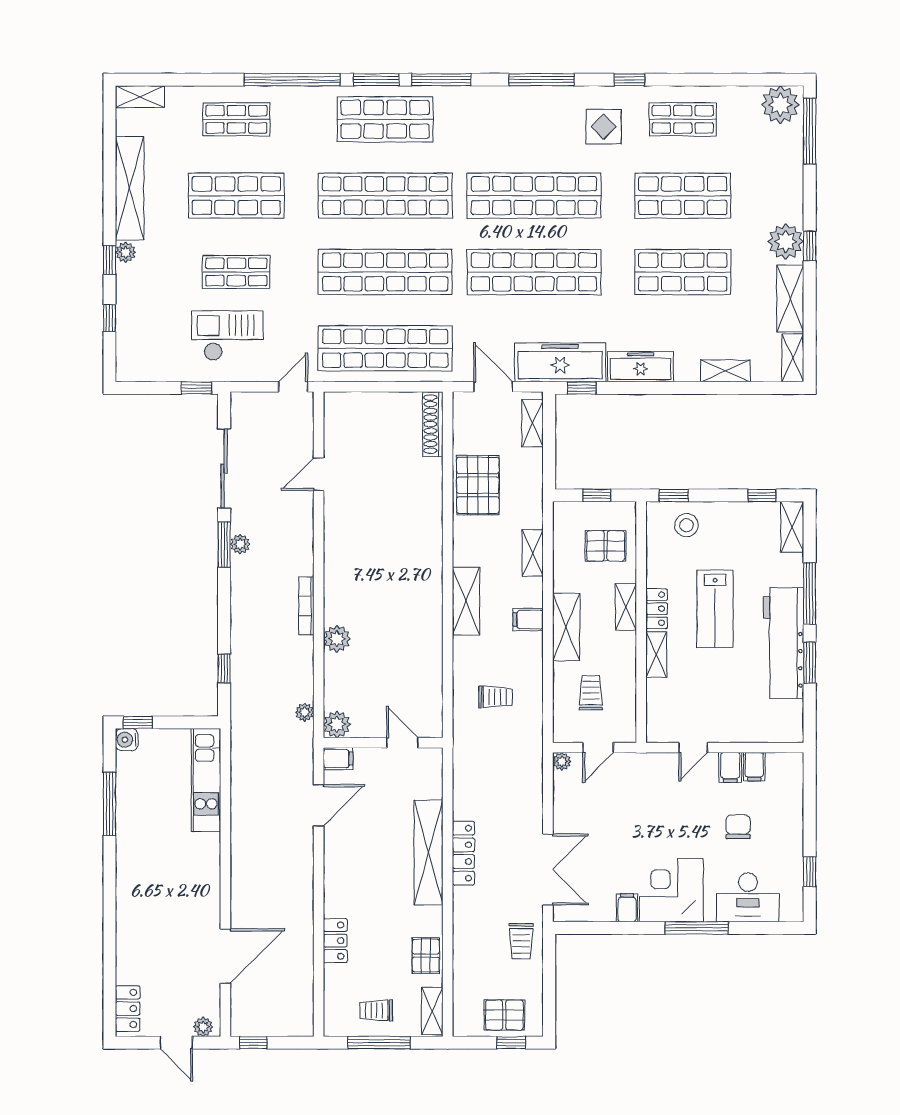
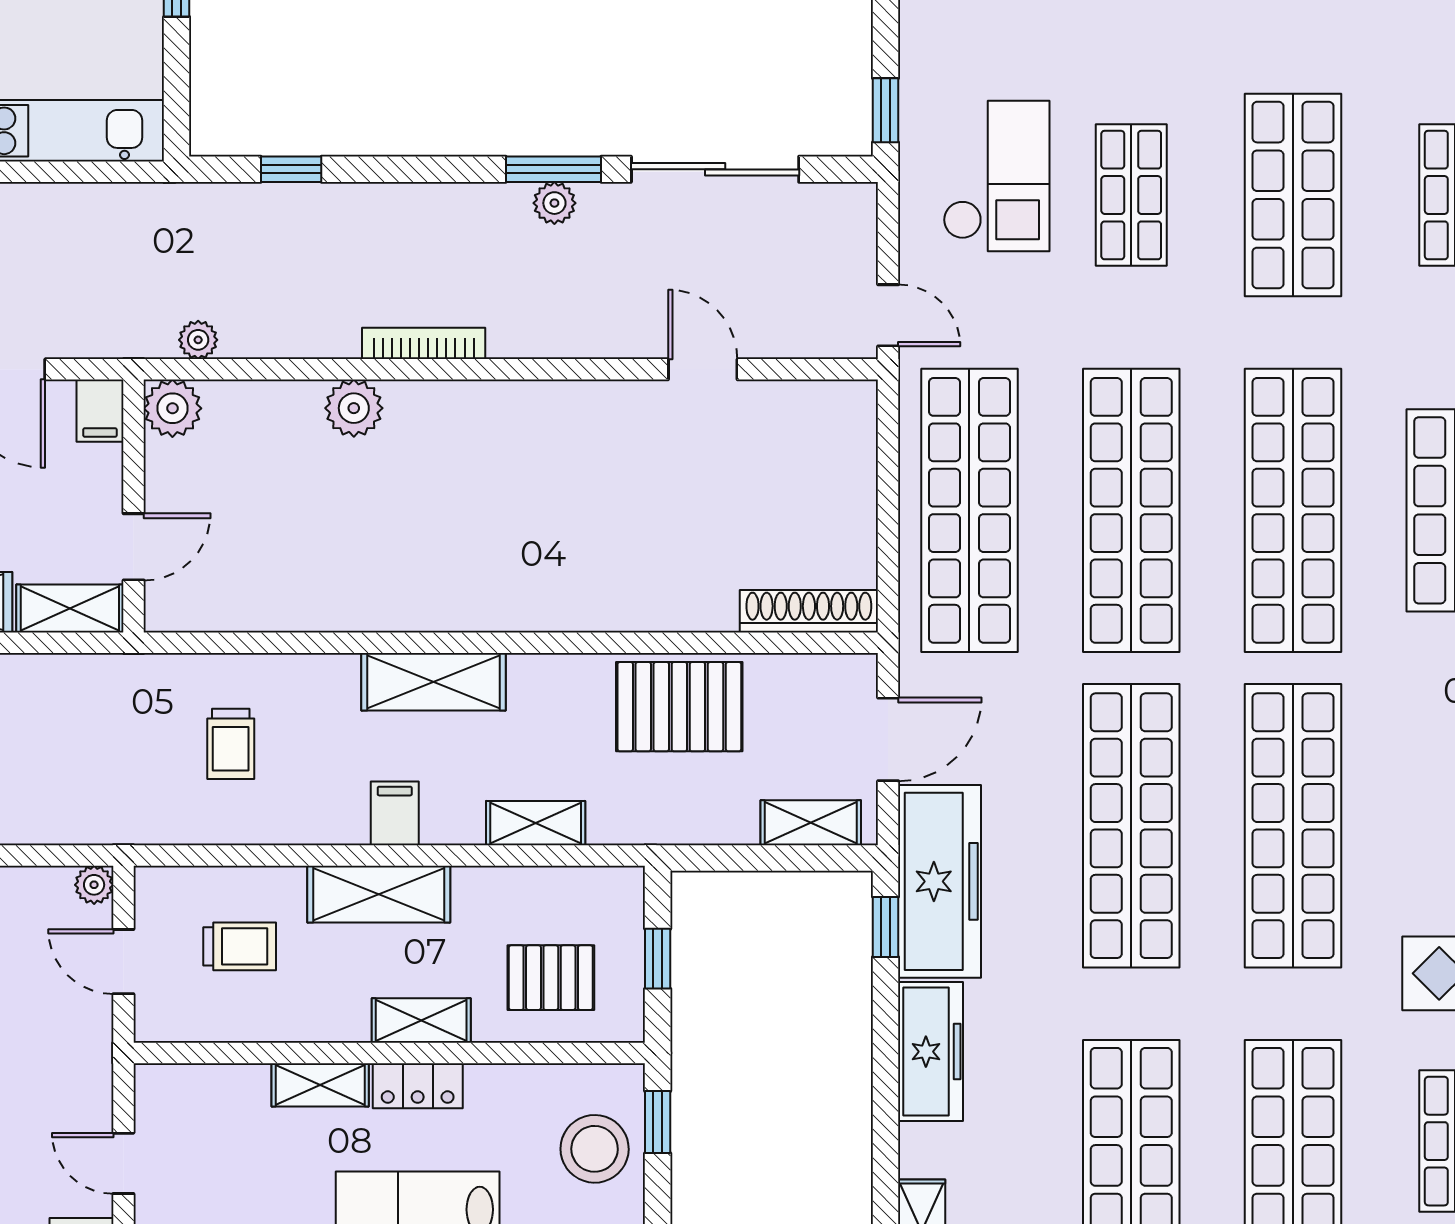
stool: (686, 525) -> (595, 1149), width x1.38, depth x1.38
pallet: (606, 546) -> (551, 978), turned 90
shelving: (431, 773) -> (70, 609), added

